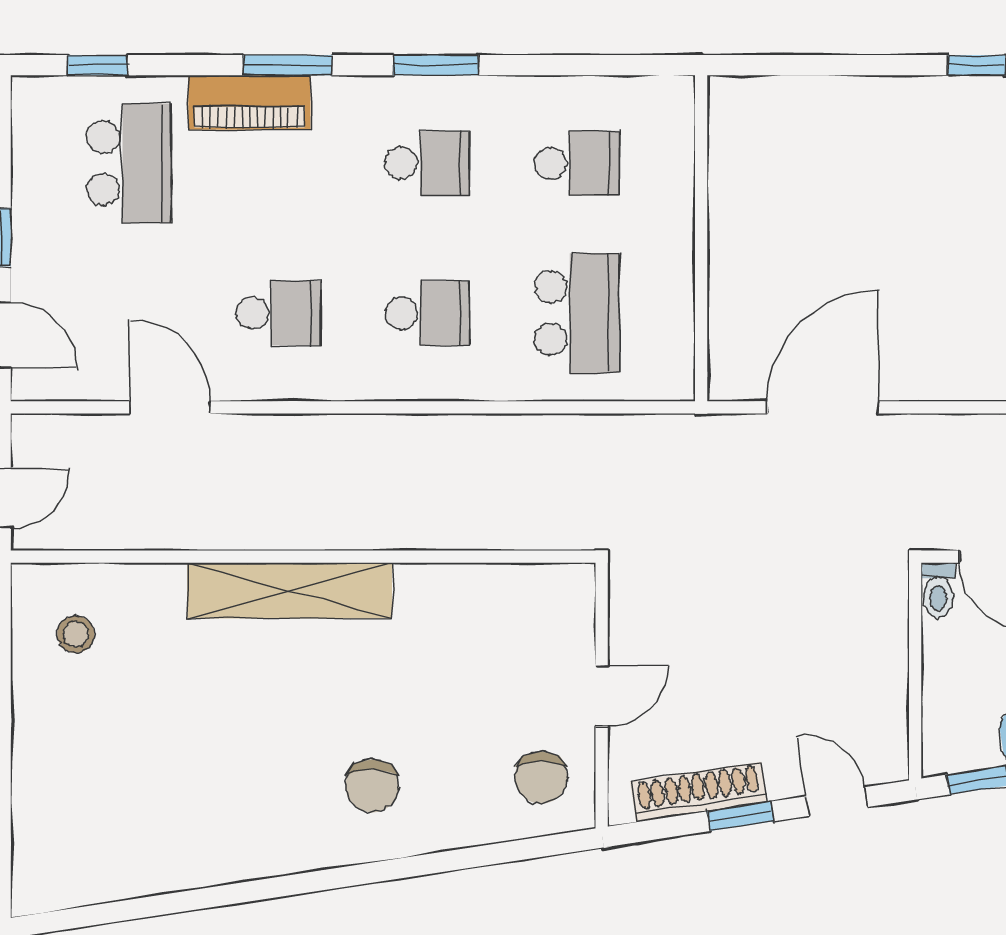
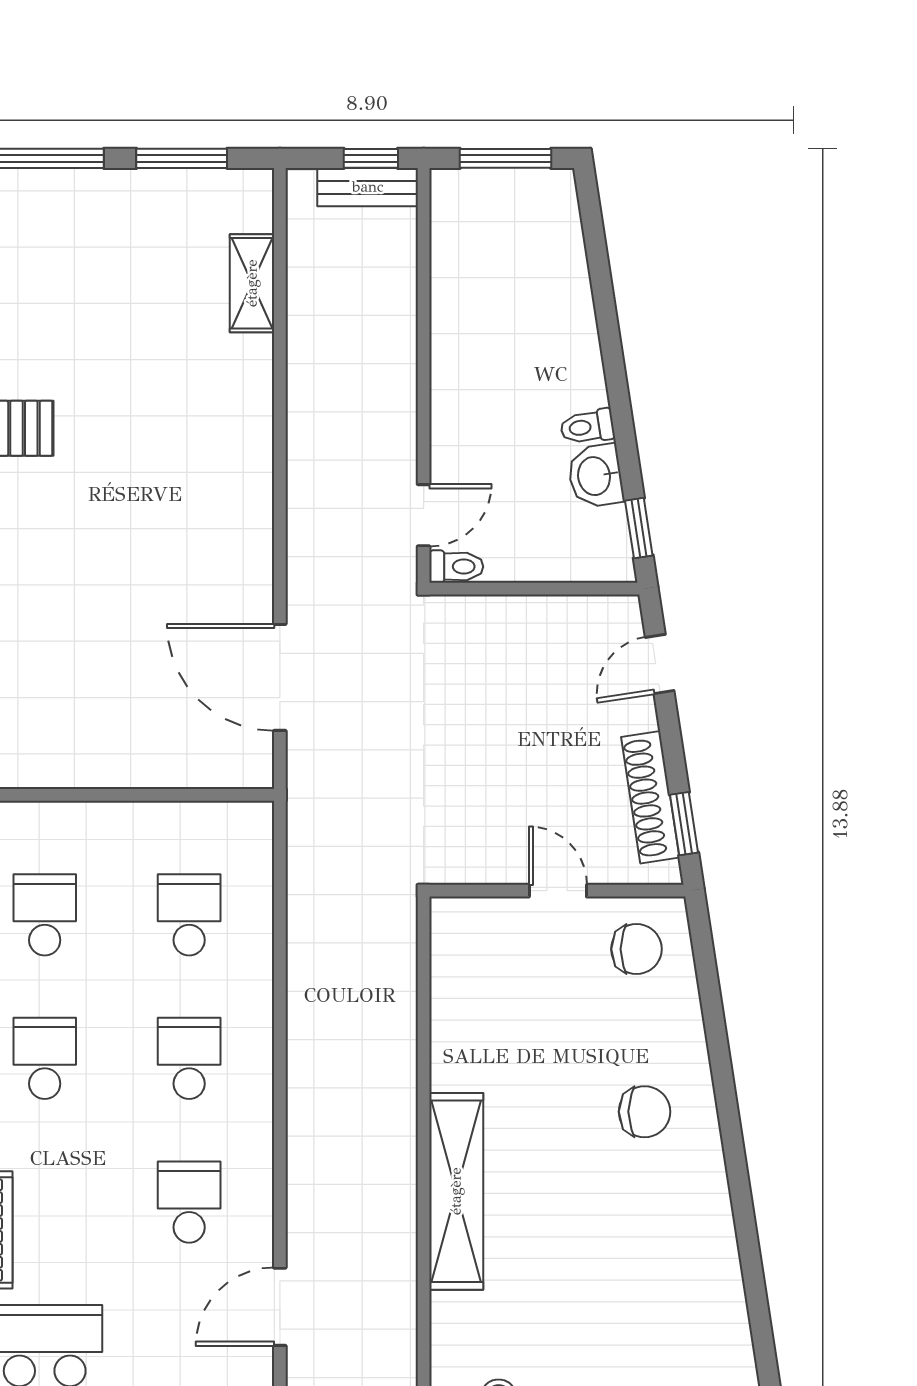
school desk: (577, 313) -> (189, 915), width x0.54
window: (740, 816) -> (684, 824), moved

